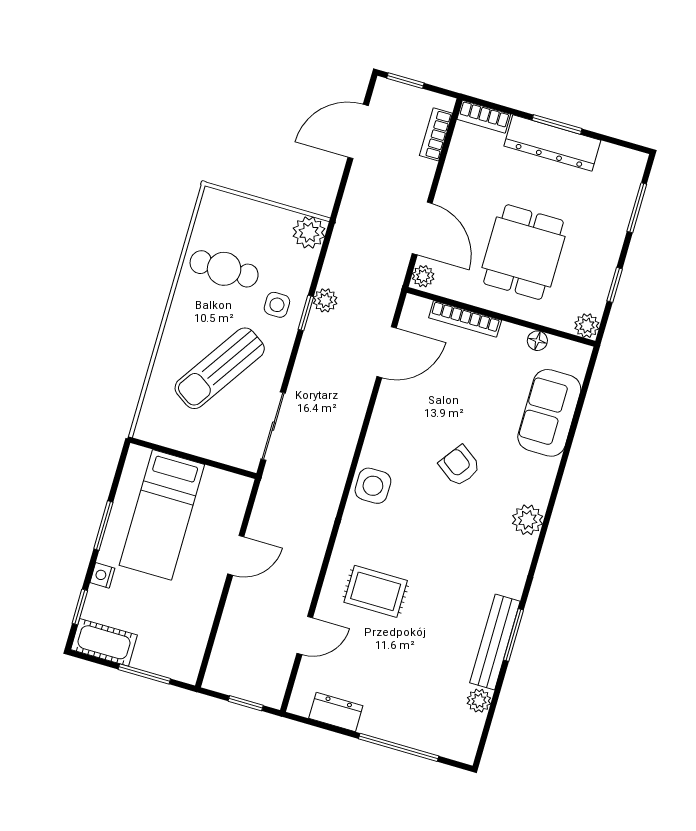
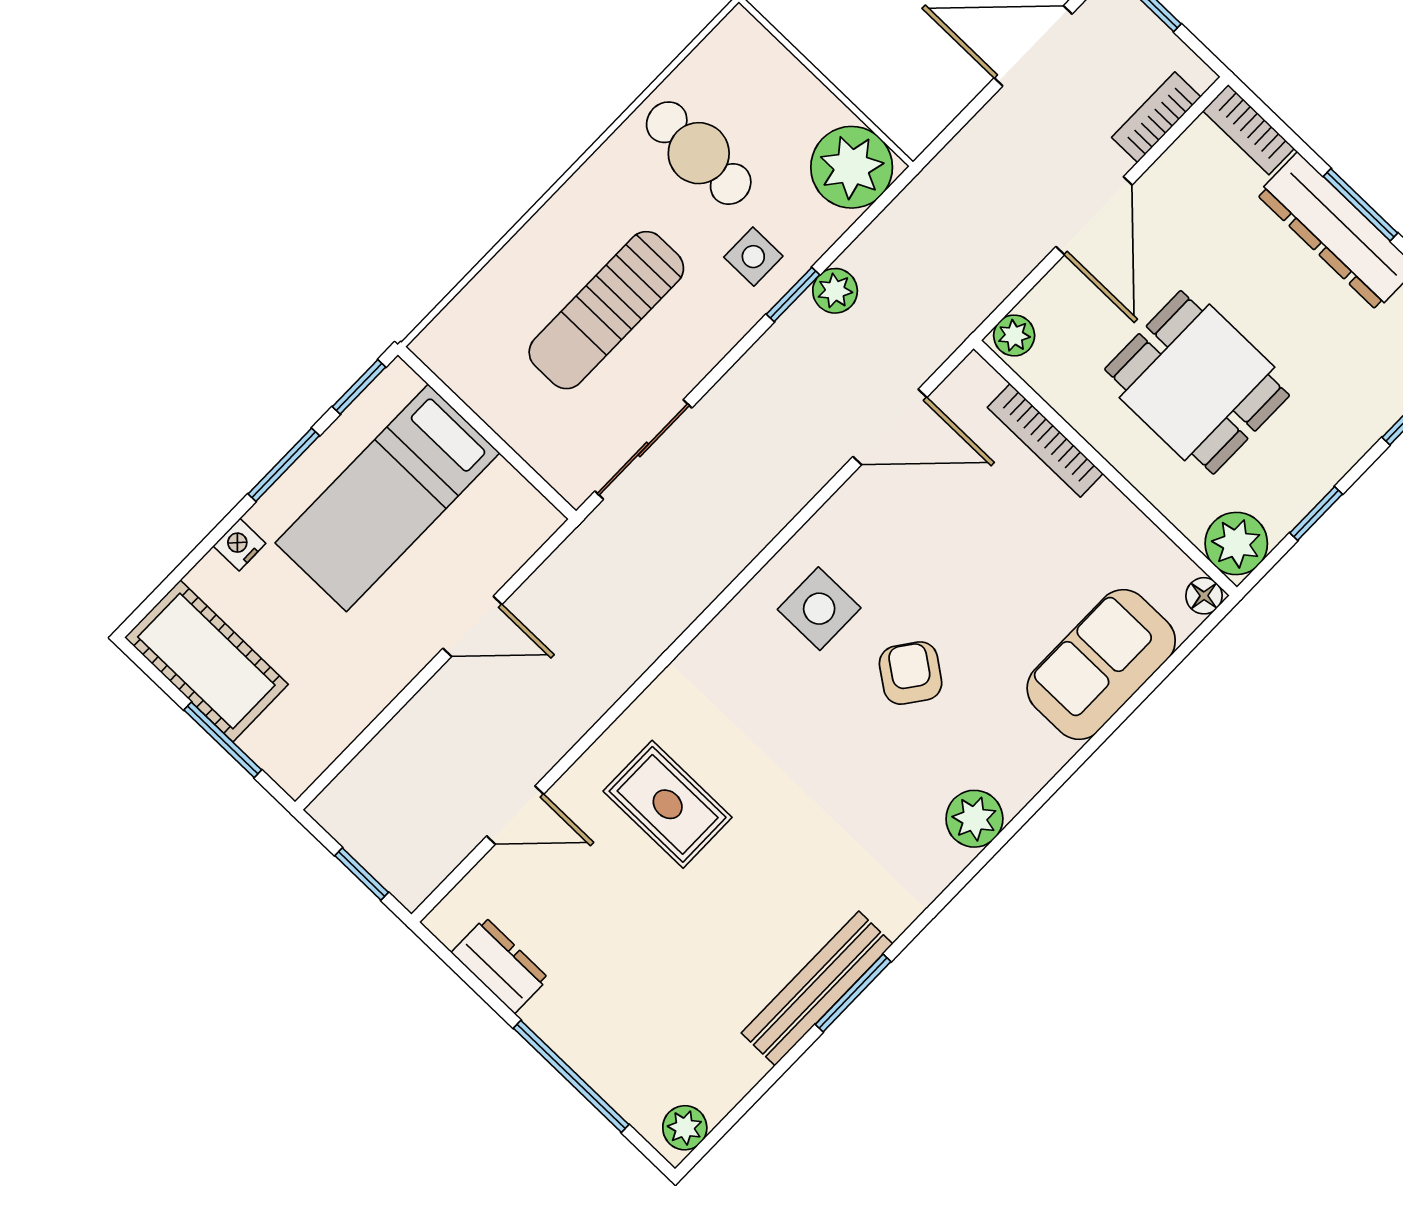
door: (422, 228) -> (1094, 216), moved
plant: (309, 232) -> (852, 167), width x1.36, depth x1.36
dining table: (523, 252) -> (1197, 382), turned 90
plant: (587, 326) -> (1236, 543), width x1.38, depth x1.38
floor lamp: (537, 341) -> (1204, 596), moved
sun lounger: (220, 368) -> (606, 310), turned -34
side table: (373, 486) -> (819, 609), moved
window: (80, 607) -> (359, 387), moved
cot: (104, 642) -> (206, 661), width x1.37, depth x1.34
plant: (479, 701) -> (685, 1128), moved

